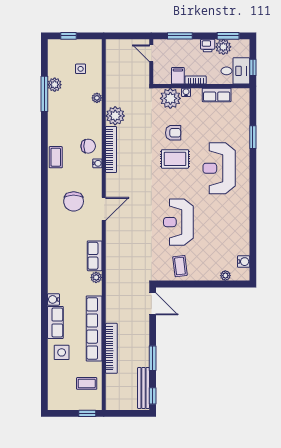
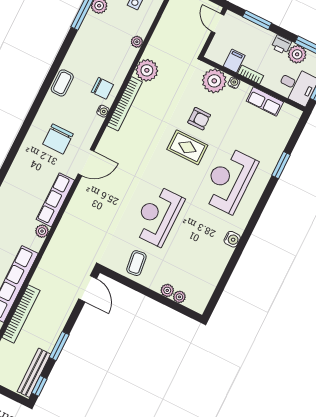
row of seats: (95, 256) -> (55, 200), width x1.48
water cooler: (244, 262) -> (232, 239), moved
plant: (214, 275) -> (167, 290), added

